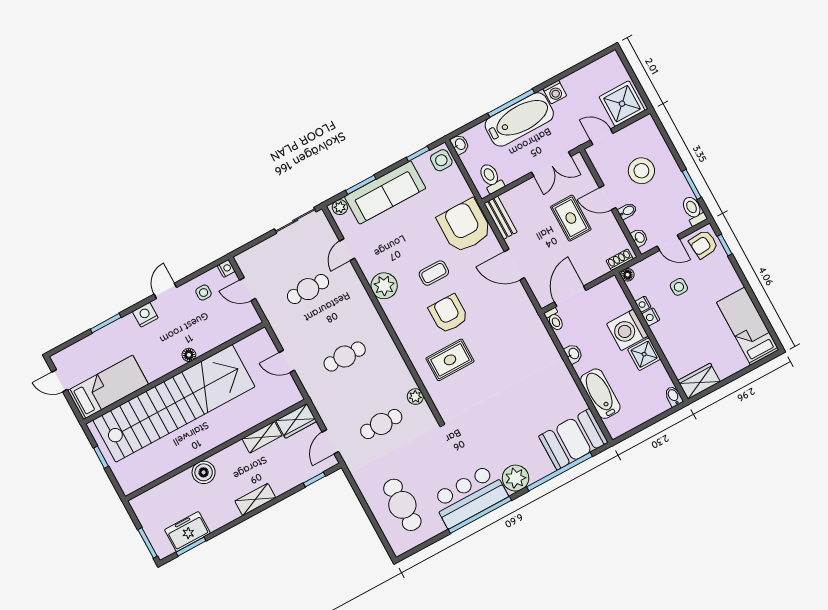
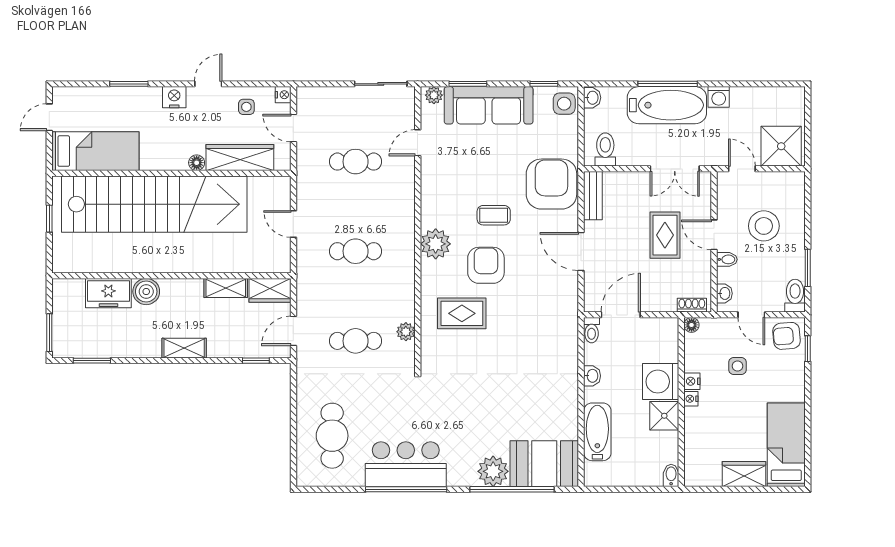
plant: (384, 286) -> (436, 244), moved
nightstand: (643, 304) -> (691, 399), moved
wardrobe: (219, 333) -> (240, 158), added
door: (60, 381) -> (49, 117), hinge flipped
wardrobe: (699, 381) -> (744, 474), moved
plant: (516, 478) -> (493, 471), moved
freezer: (187, 532) -> (108, 293), moved, turned 180

